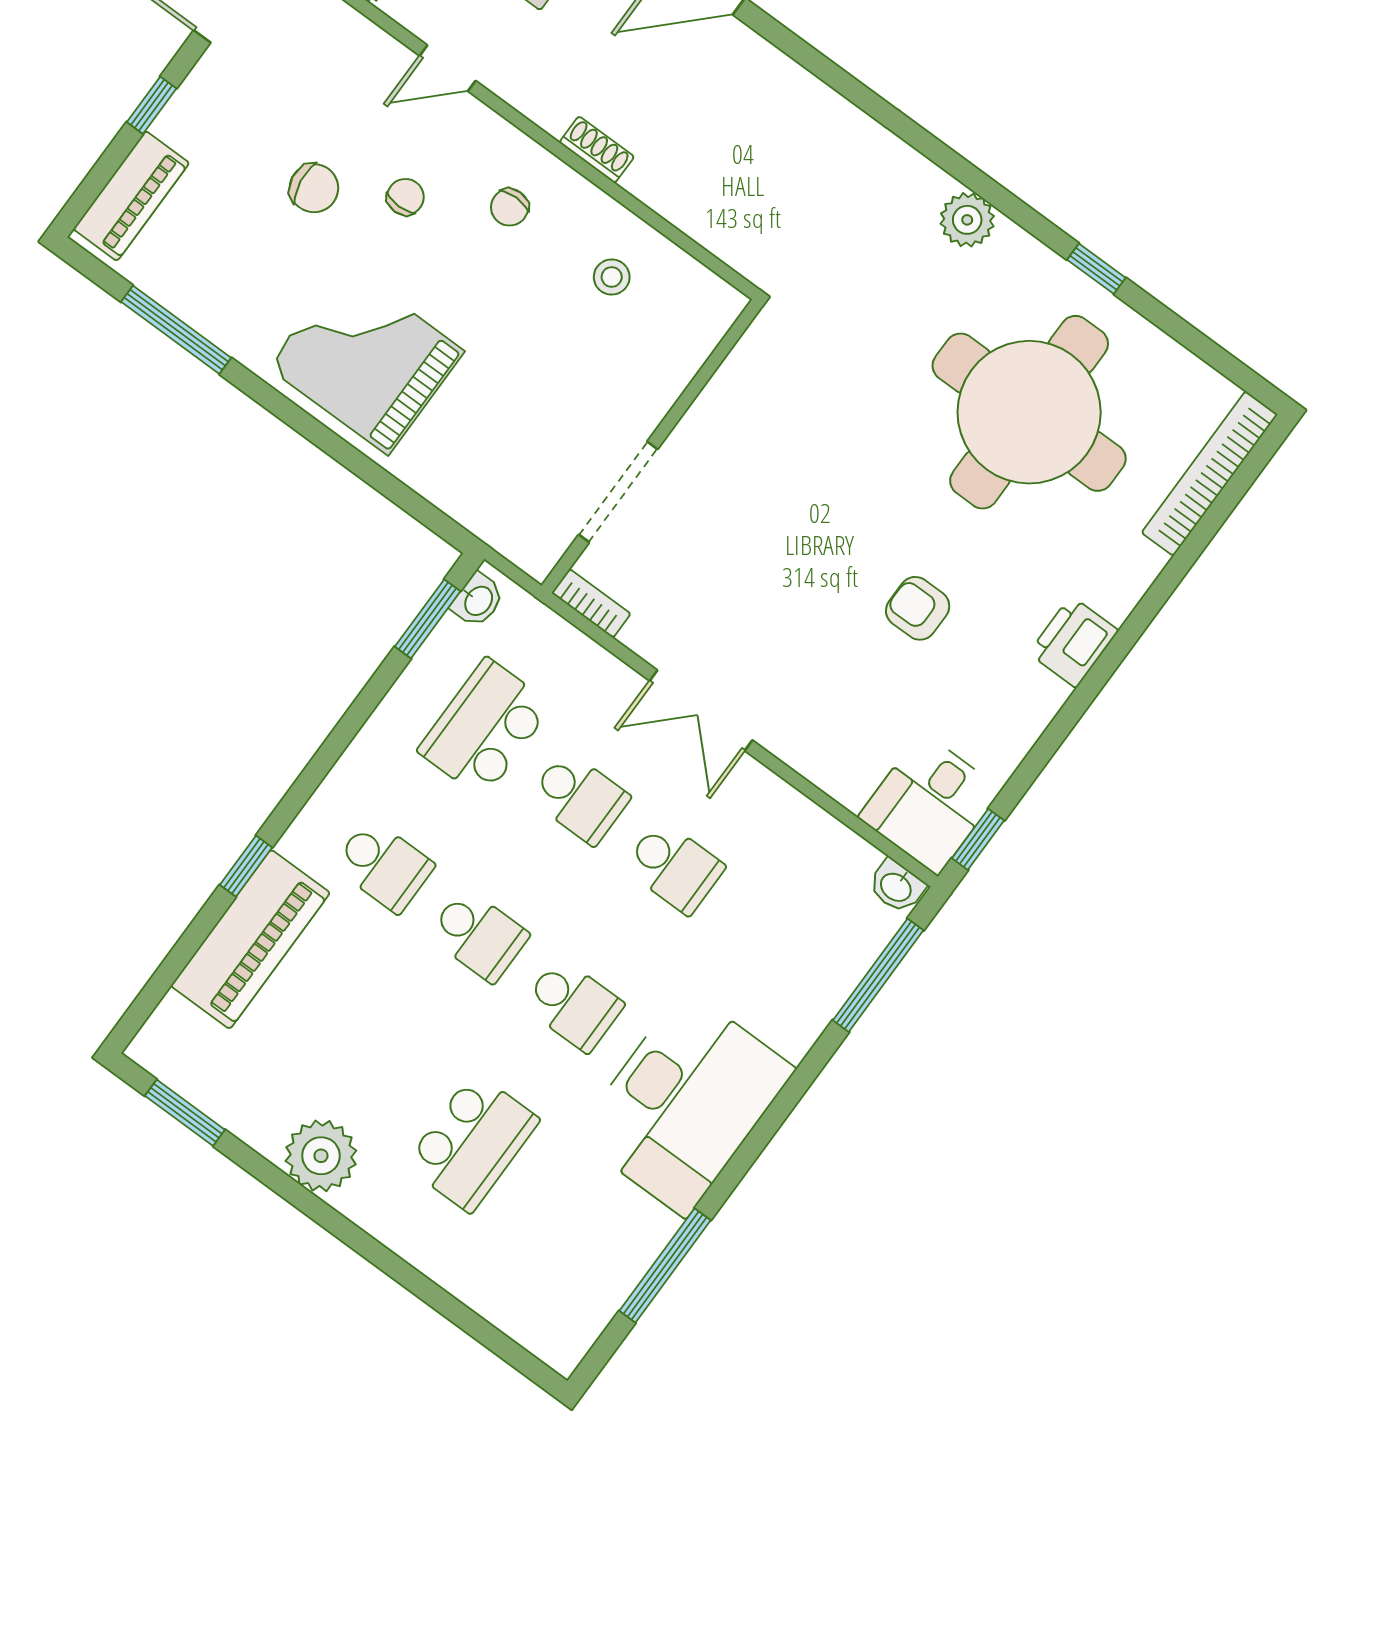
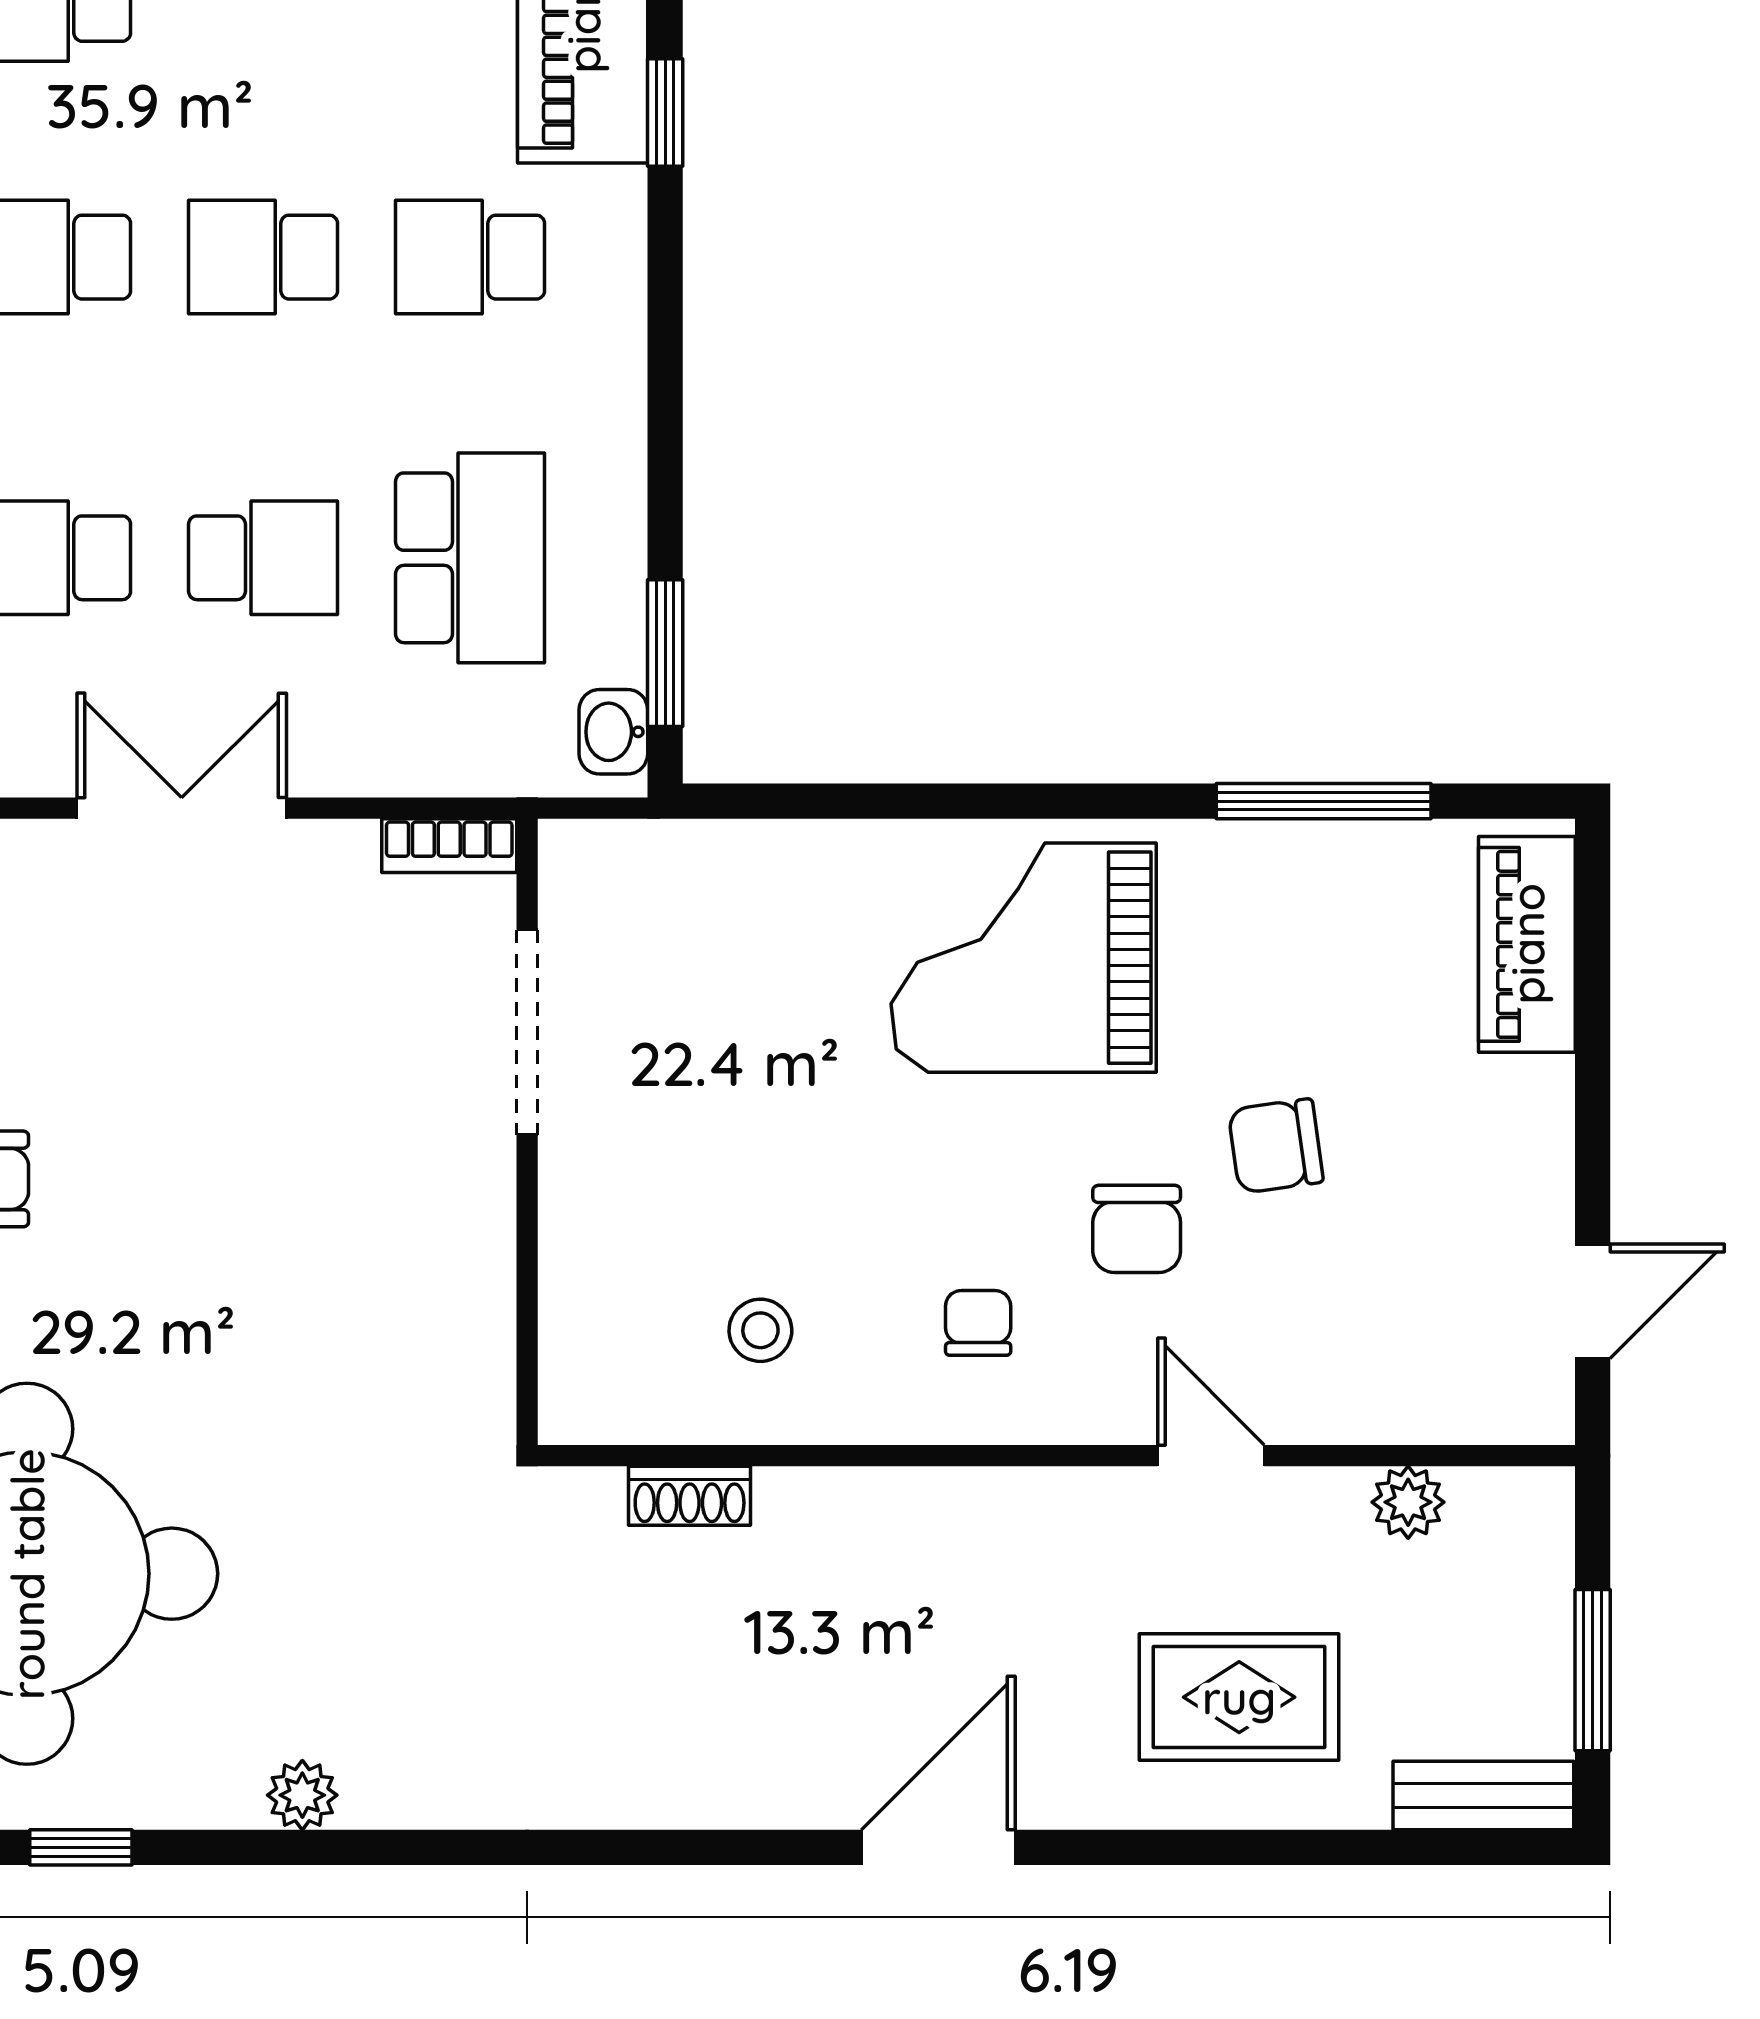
door: (448, 68) -> (1211, 1456), hinge flipped
window: (152, 105) -> (1593, 1094), removed
shoe rack: (597, 150) -> (690, 1496), moved
chair: (405, 197) -> (1137, 1229), width x1.37, depth x1.37
plant: (967, 220) -> (302, 1795), width x0.73, depth x0.73
grand piano: (366, 359) -> (1024, 958), turned 180
school desk: (580, 798) -> (263, 558), turned 180

